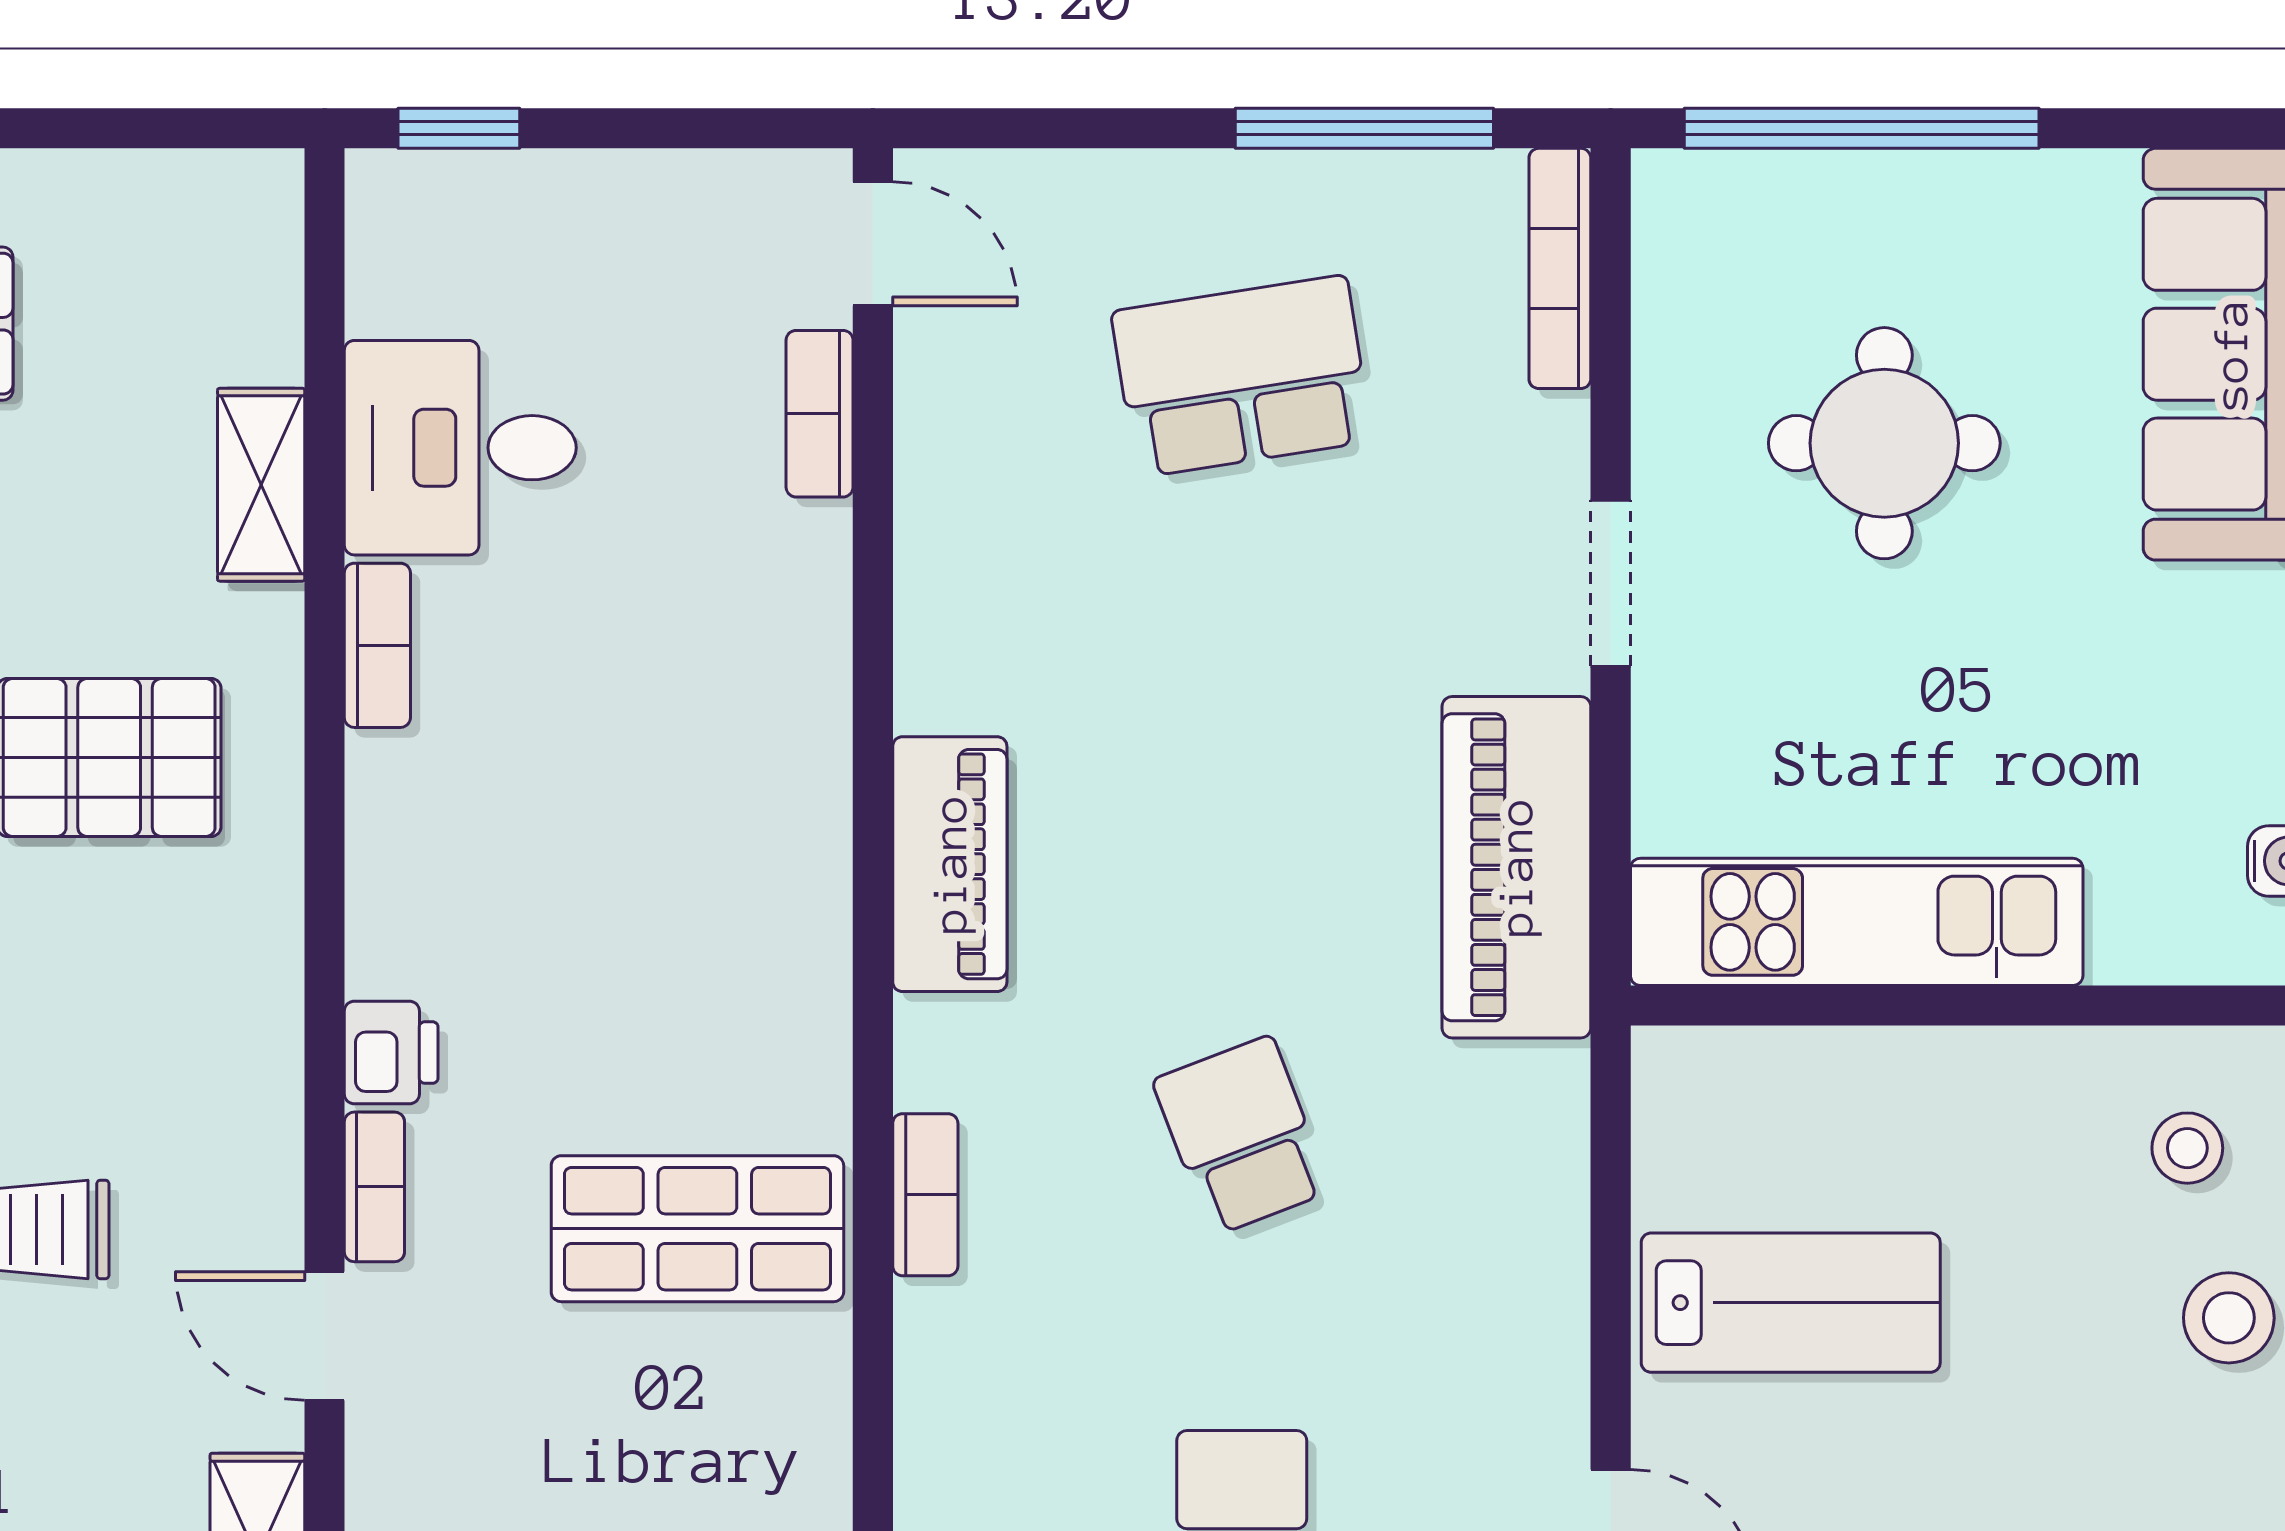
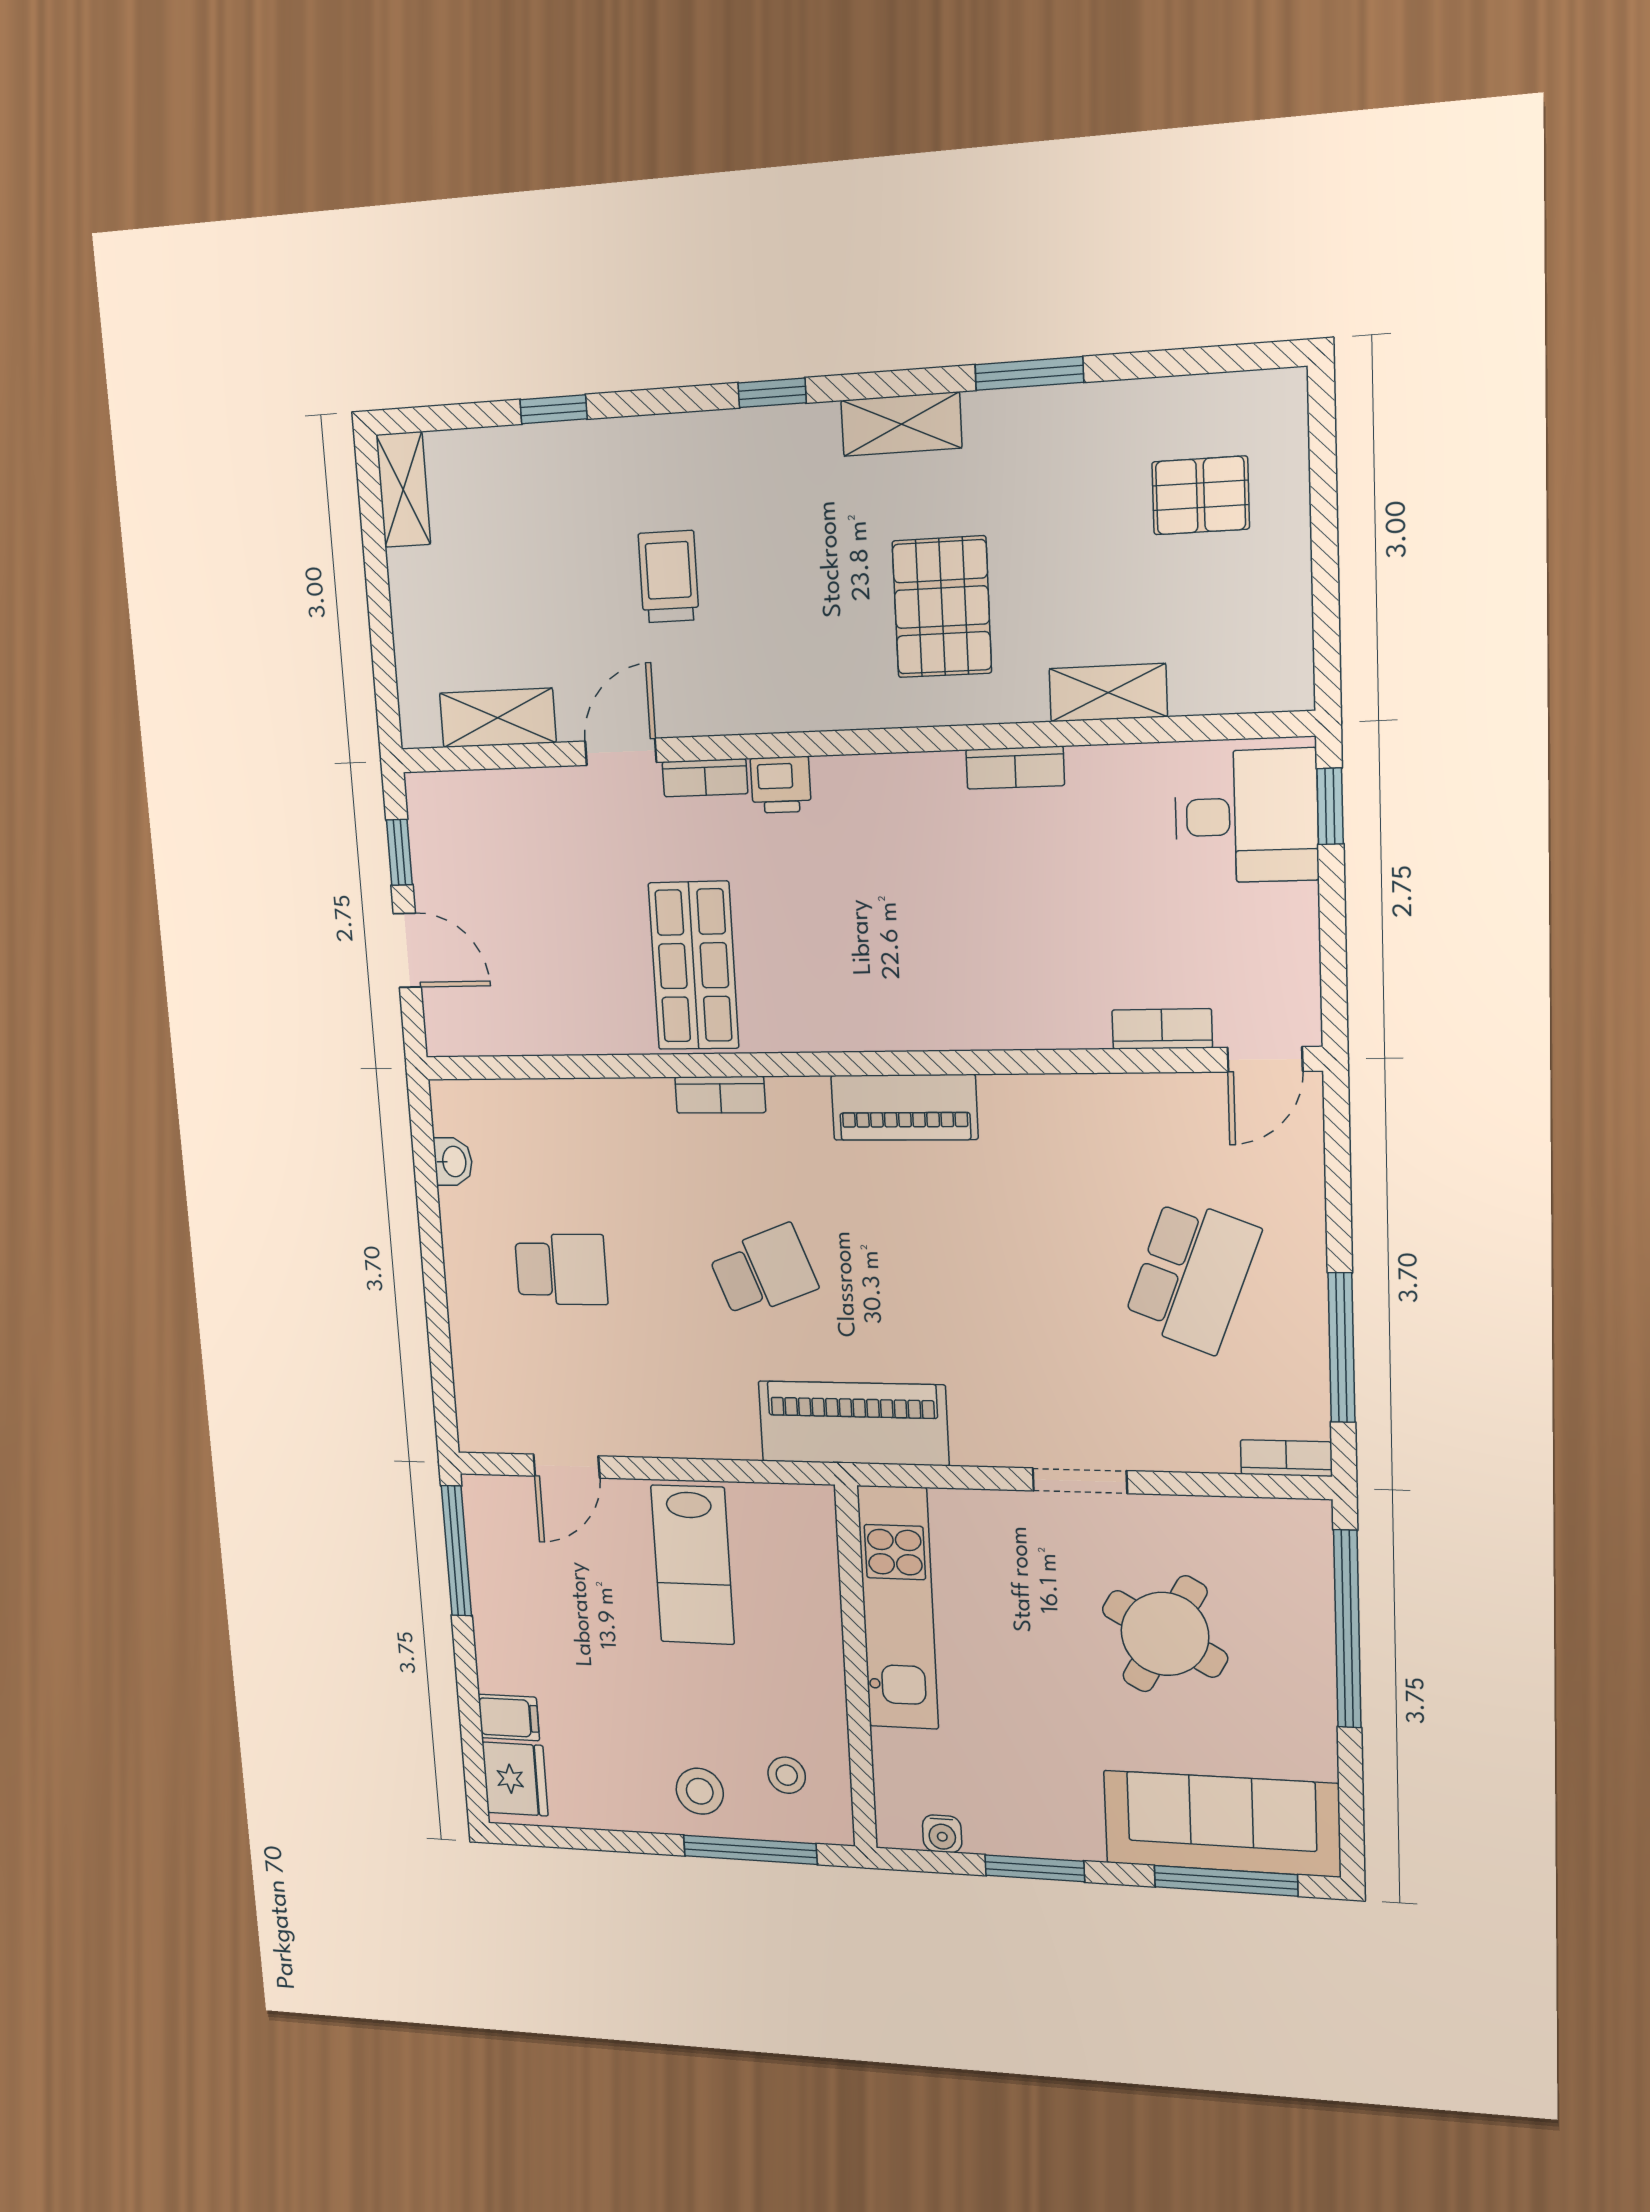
bookcase: (1560, 268) -> (1286, 1458), width x0.64
school desk: (1242, 376) -> (1192, 1275), turned 30
round table: (1884, 443) -> (1165, 1634), turned 30
desk: (460, 448) -> (1246, 816), moved, turned 90
piano: (1516, 867) -> (853, 1423), moved

